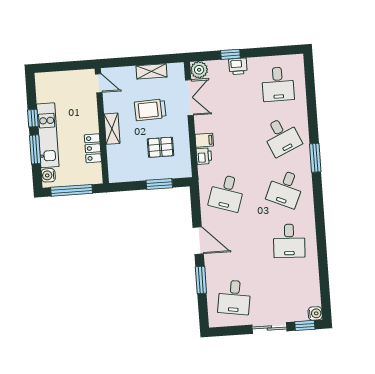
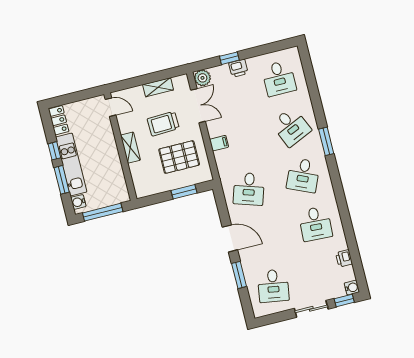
pallet: (161, 147) -> (179, 157), width x1.50, depth x1.42
locker: (93, 148) -> (59, 120), moved, turned 180
printer: (204, 156) -> (344, 258), moved, turned 180

